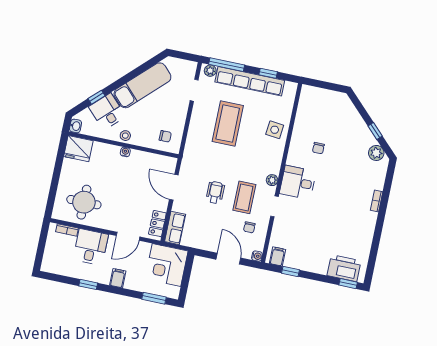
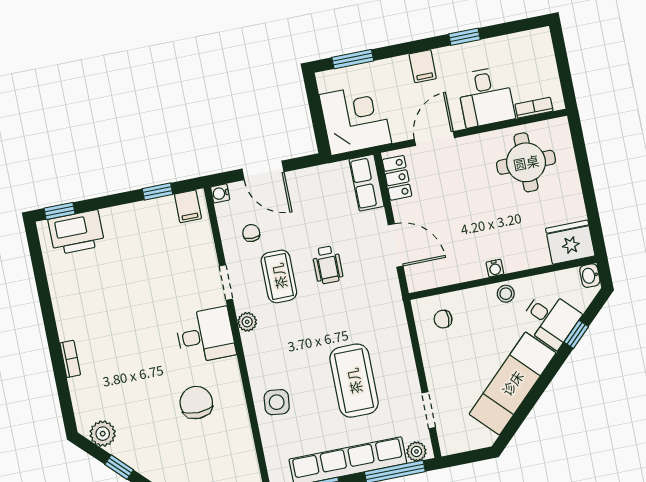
chair: (318, 148) -> (196, 403), width x1.87, depth x1.87

